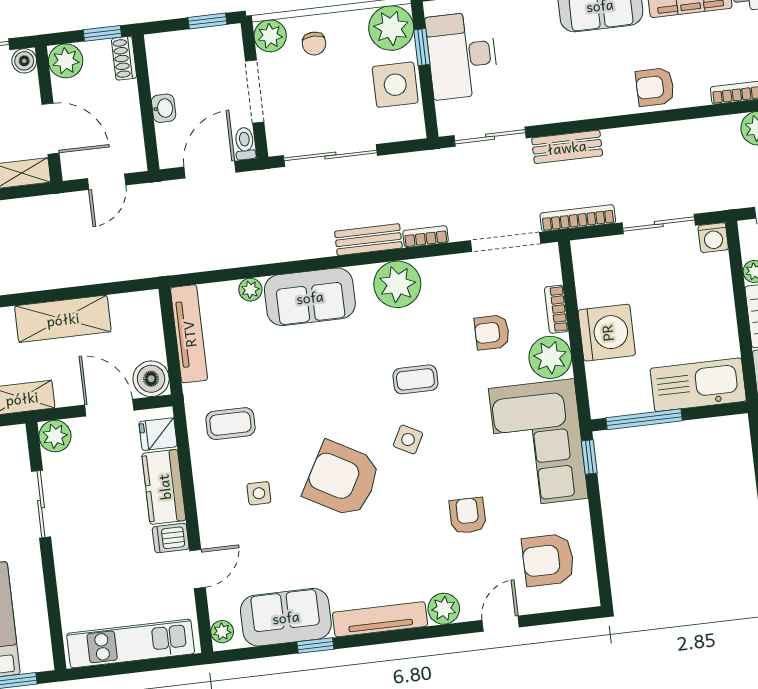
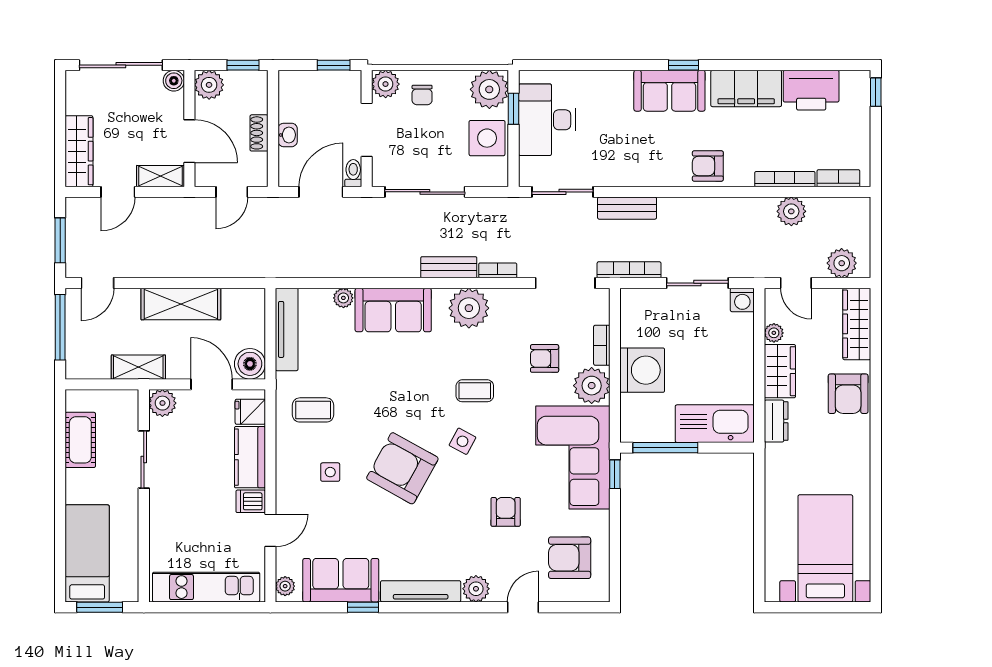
shoe rack: (124, 58) -> (259, 133), moved

